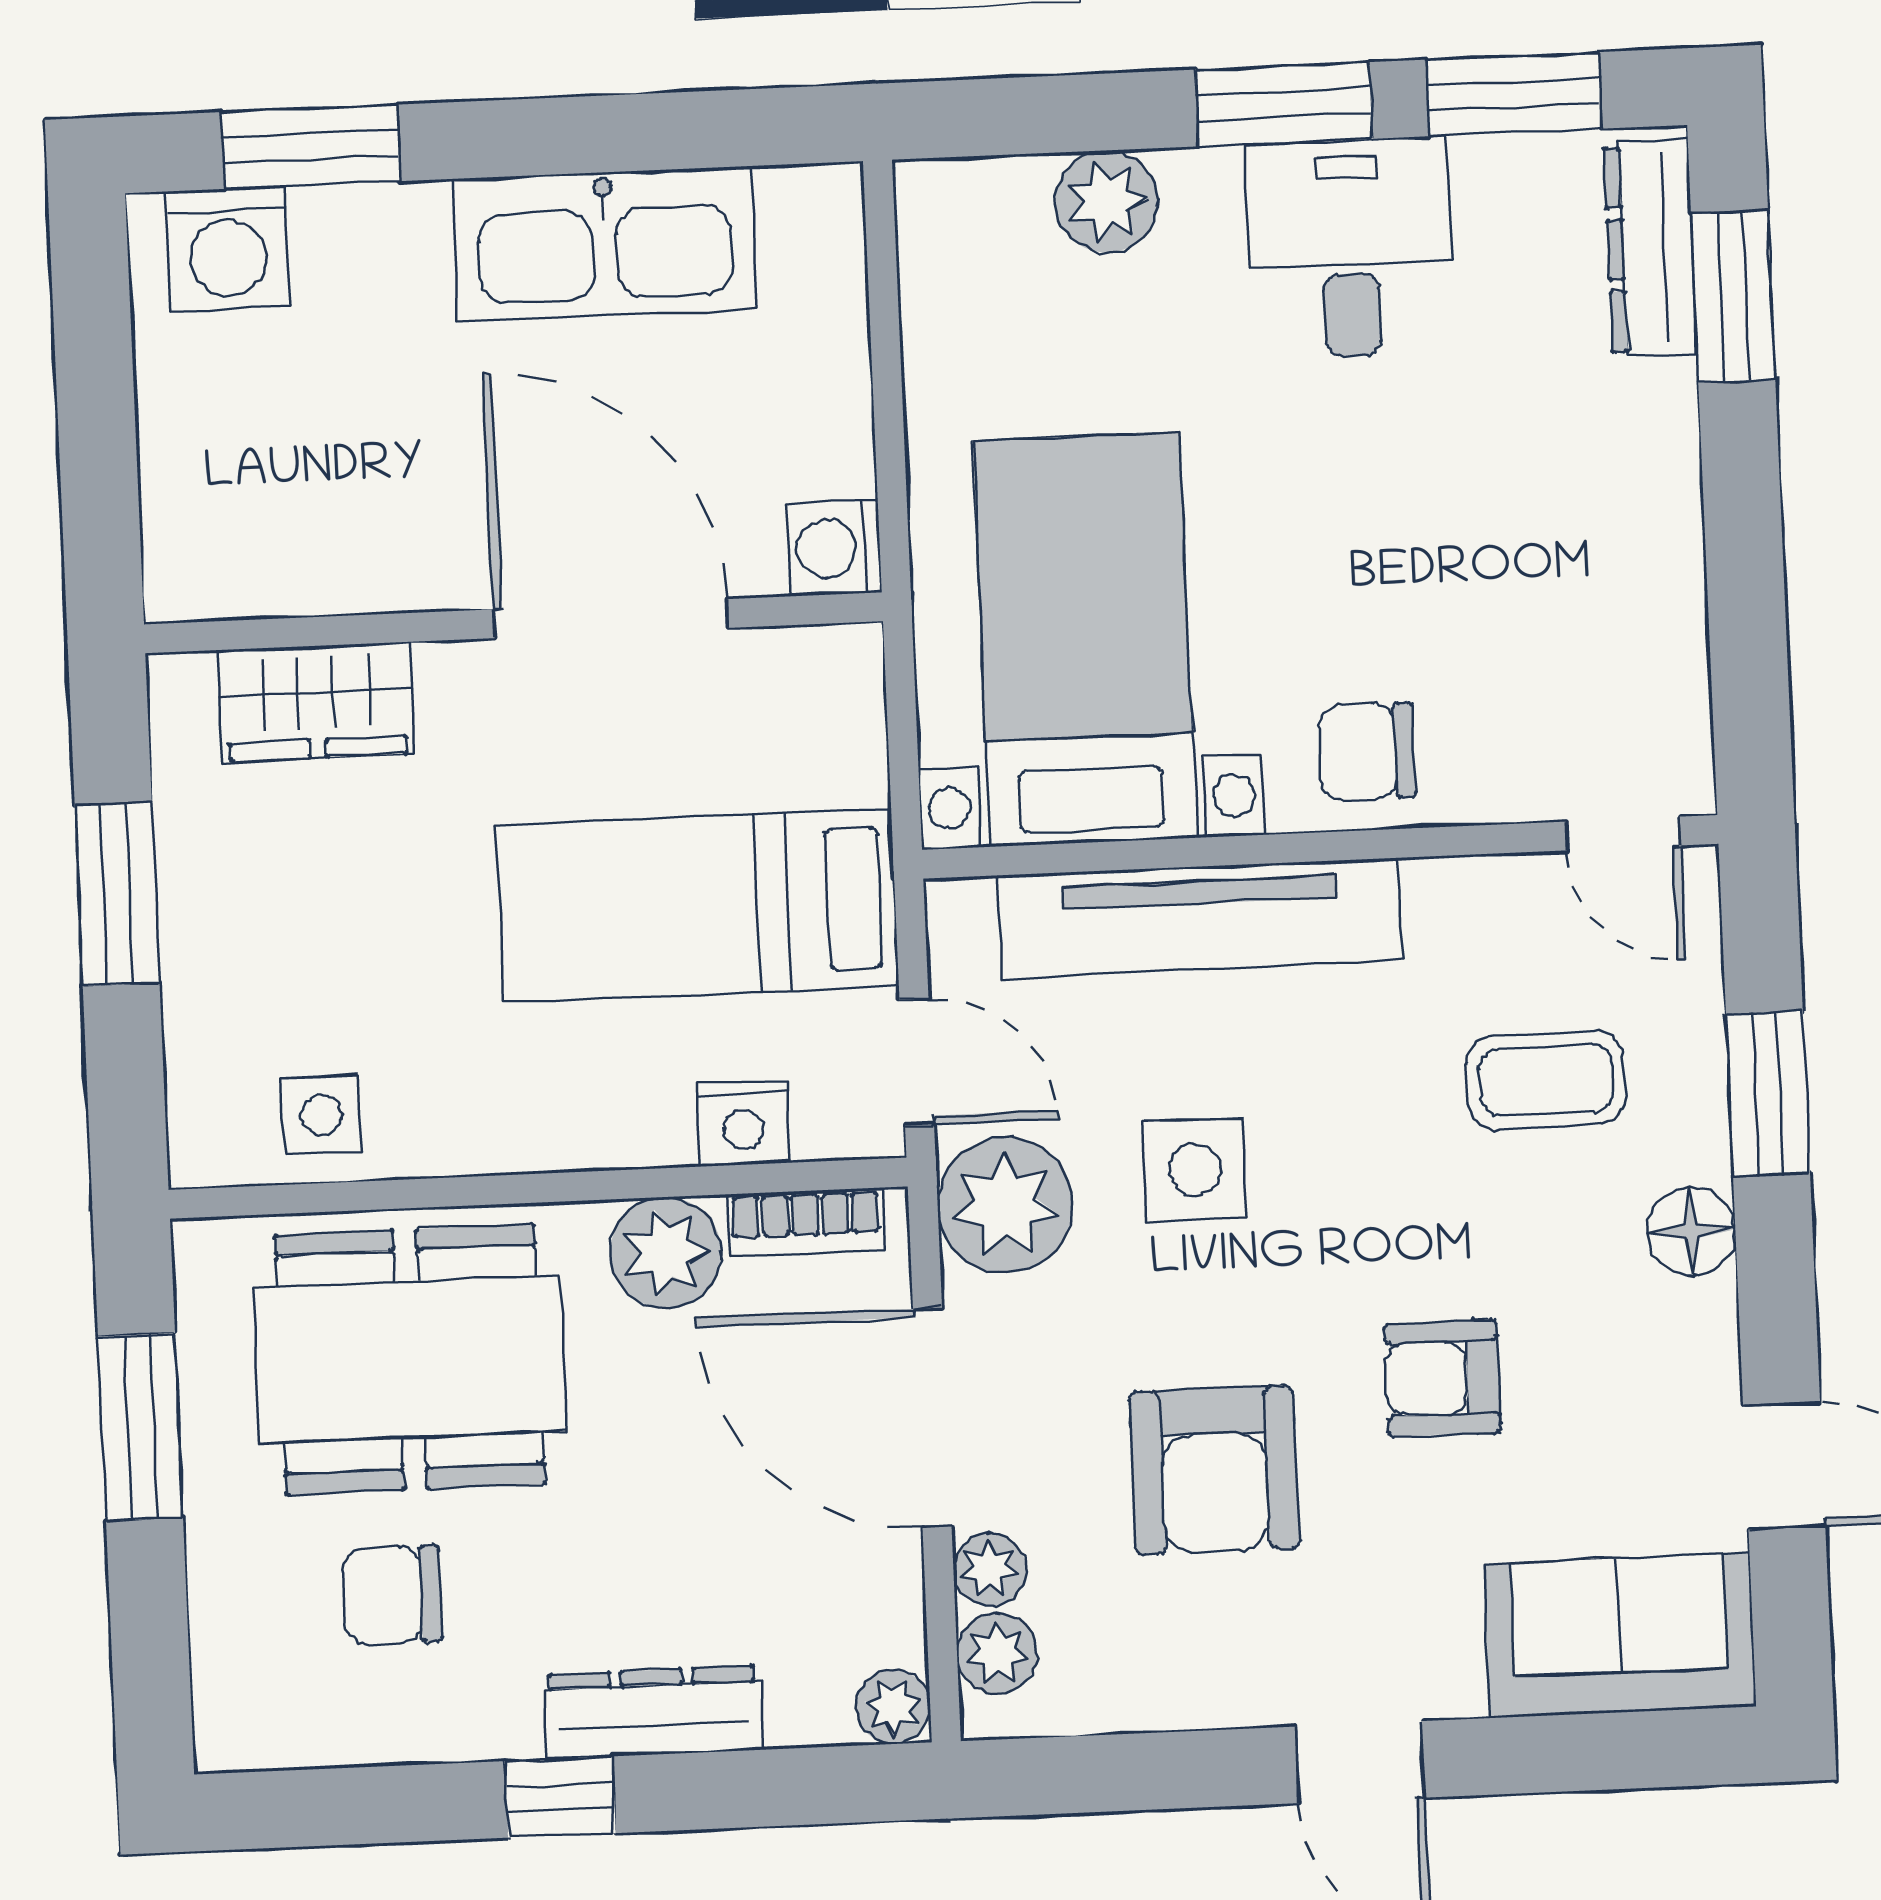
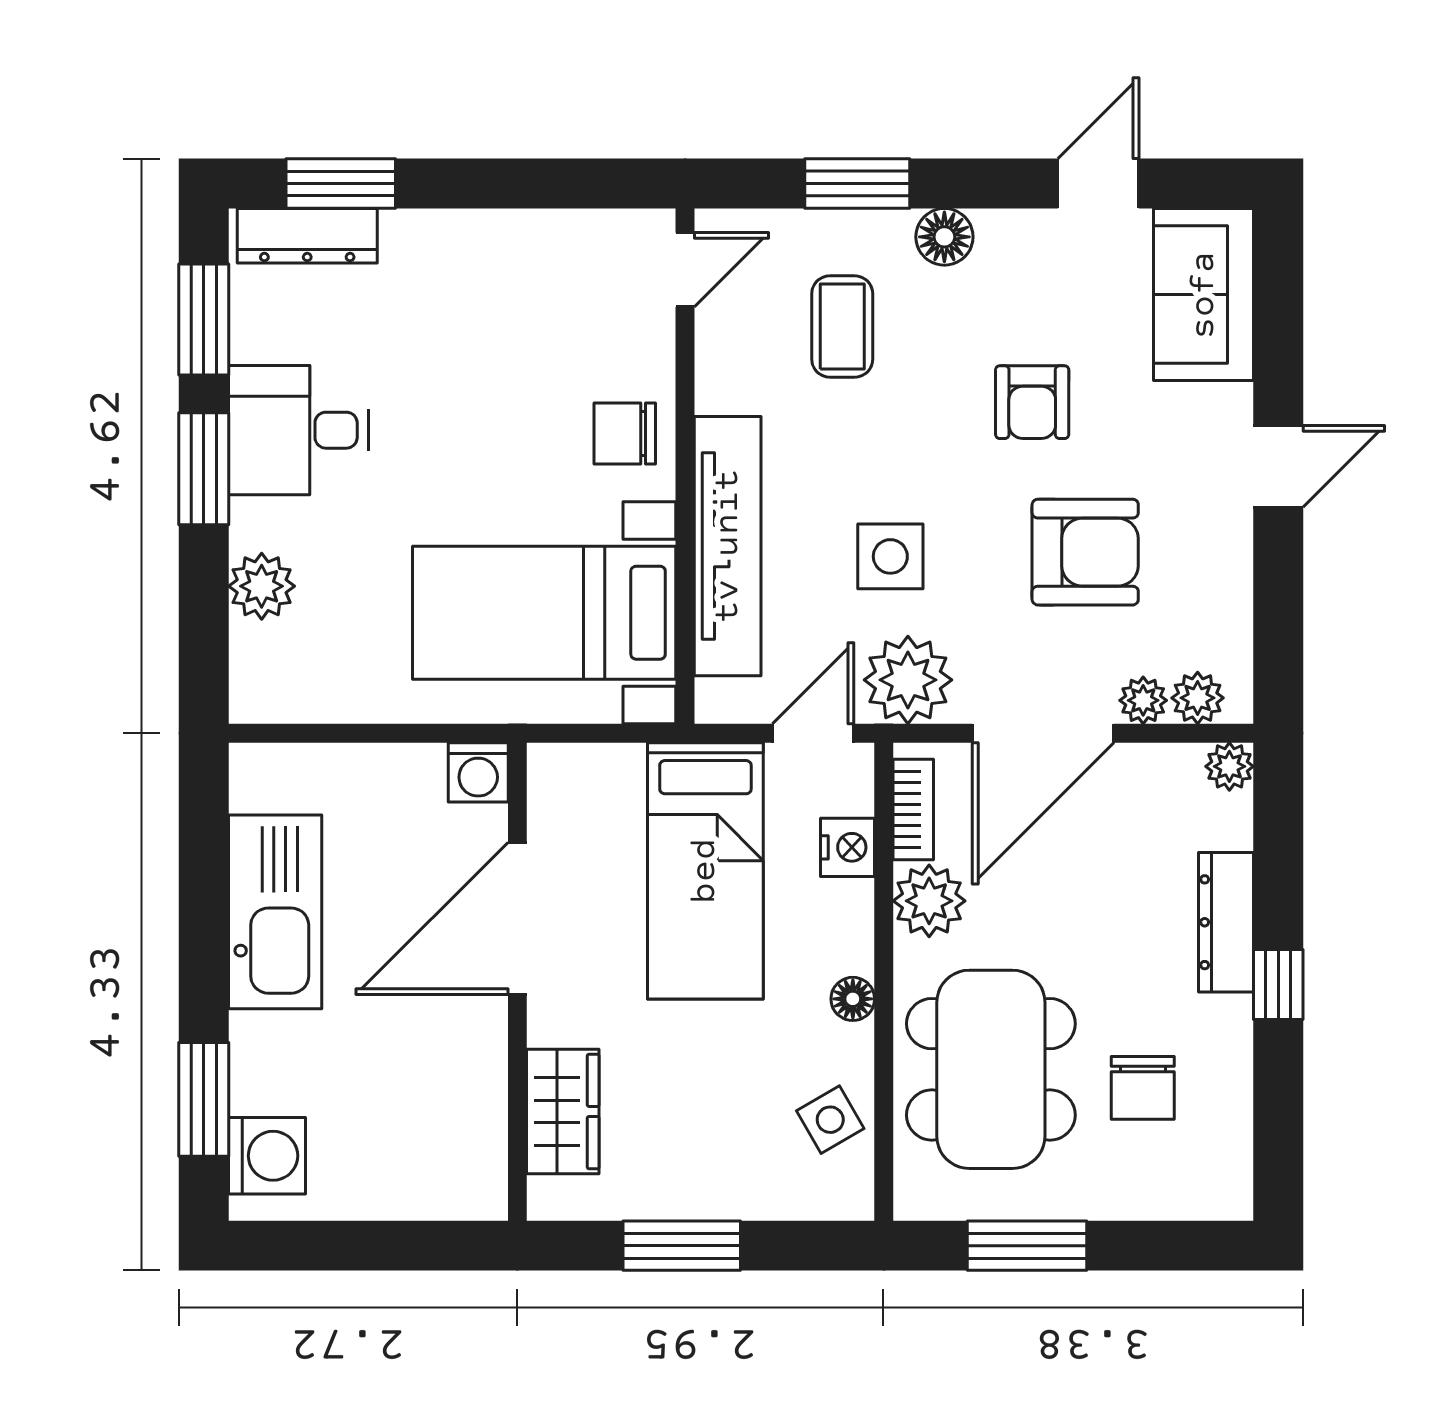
chair: (1367, 751) -> (625, 433), turned 90
side table: (322, 1115) -> (830, 1120), turned -30
floor lamp: (509, 1142) -> (853, 999), added

